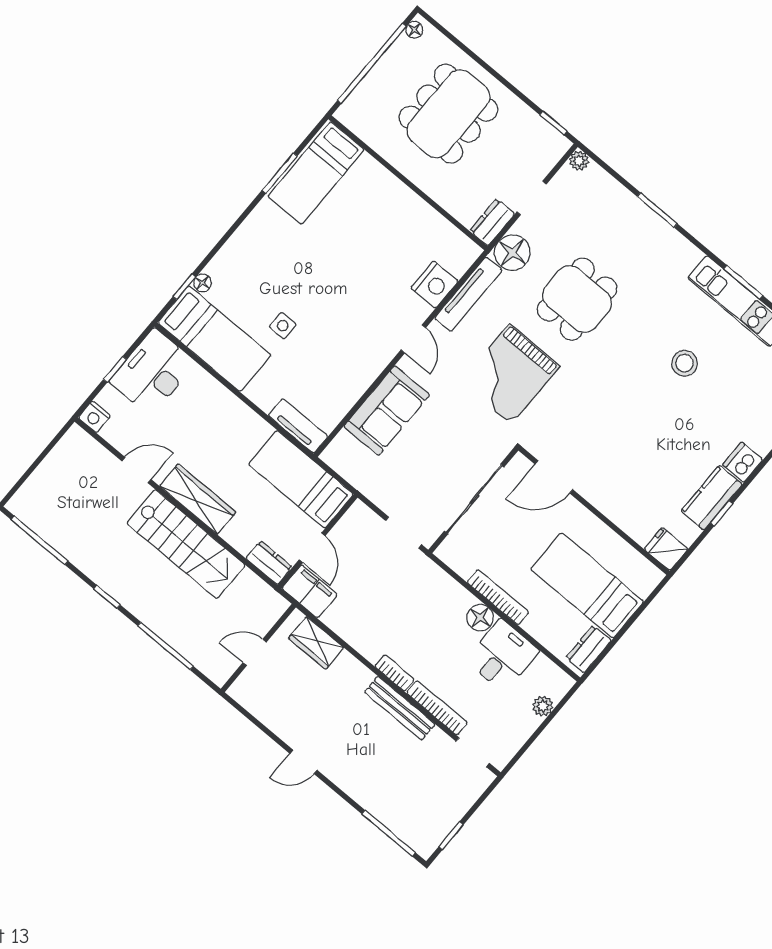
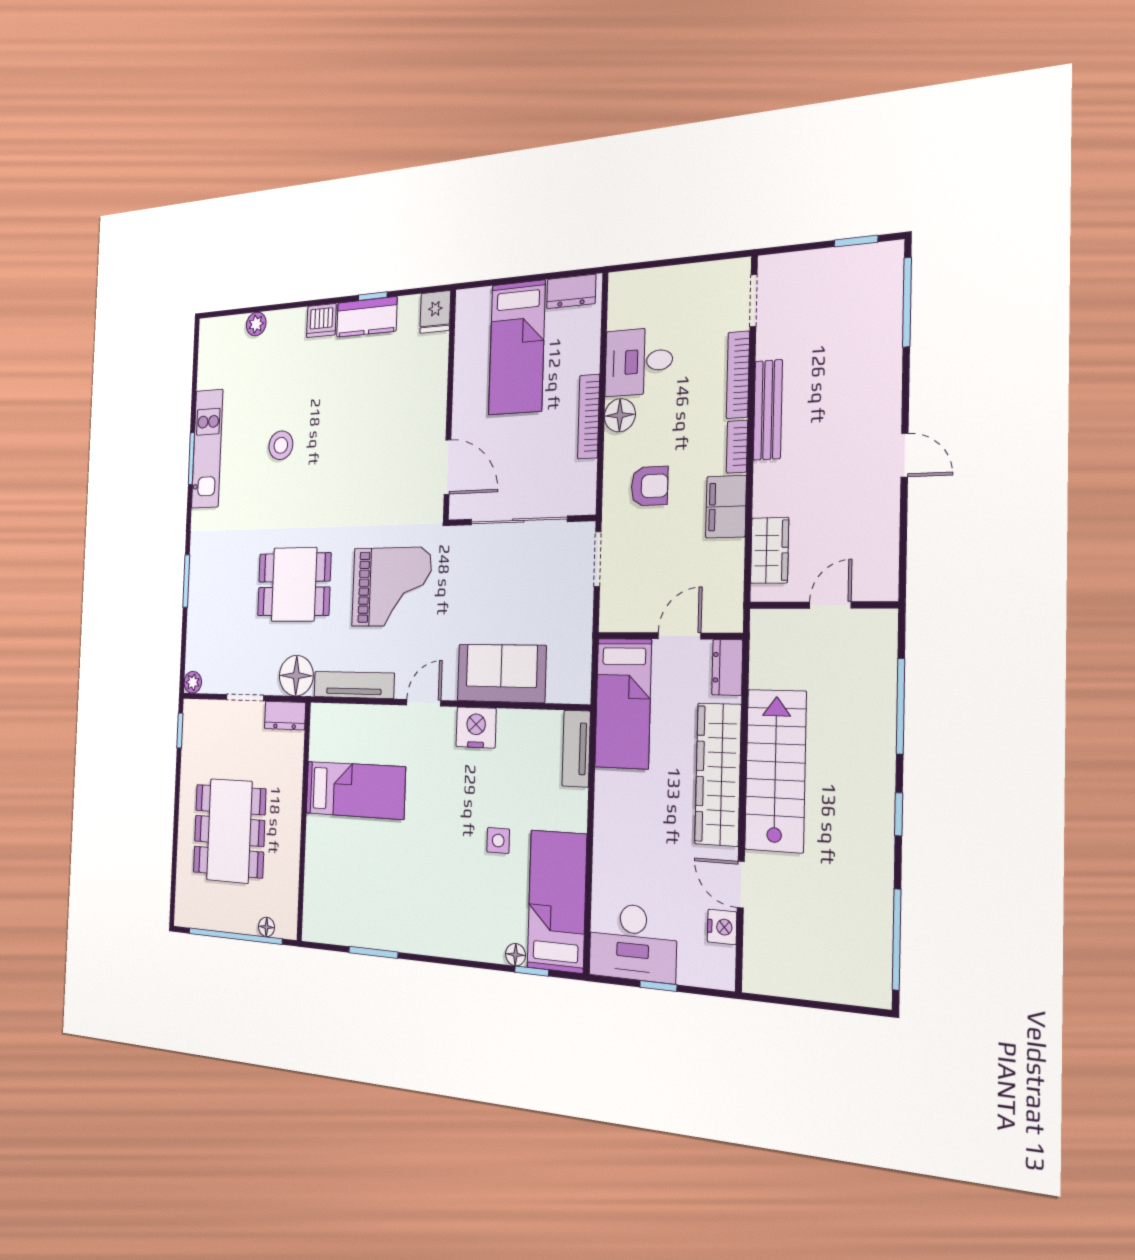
floor lamp: (414, 30) -> (266, 927), moved
dining table: (448, 114) -> (229, 831), turned 90
bed: (316, 173) -> (355, 790), moved
nightstand: (434, 284) -> (476, 727), moved
nightstand: (94, 417) -> (722, 927), moved
wardrobe: (198, 499) -> (718, 774), width x1.40, depth x1.17
filing cabinet: (309, 591) -> (726, 507), moved
armchair: (419, 601) -> (649, 486), added
door: (255, 652) -> (830, 605), swing flipped
plant: (543, 706) -> (656, 280), removed

